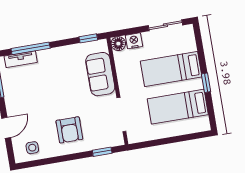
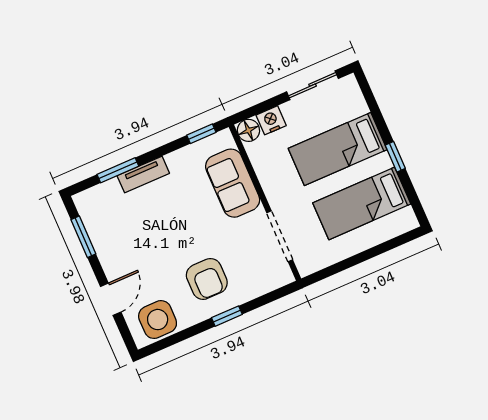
window: (31, 48) -> (118, 170), width x0.69
tv unit: (21, 59) -> (143, 174), moved
side table: (32, 148) -> (158, 320), width x1.87, depth x1.87
window: (102, 152) -> (227, 316), moved

